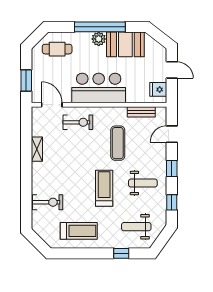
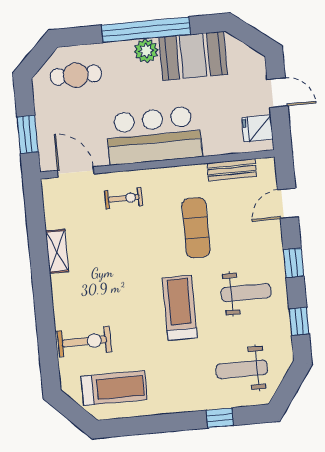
exercise bike: (78, 122) -> (124, 198), width x0.73, depth x0.72
treadmill: (79, 231) -> (114, 388), moved

